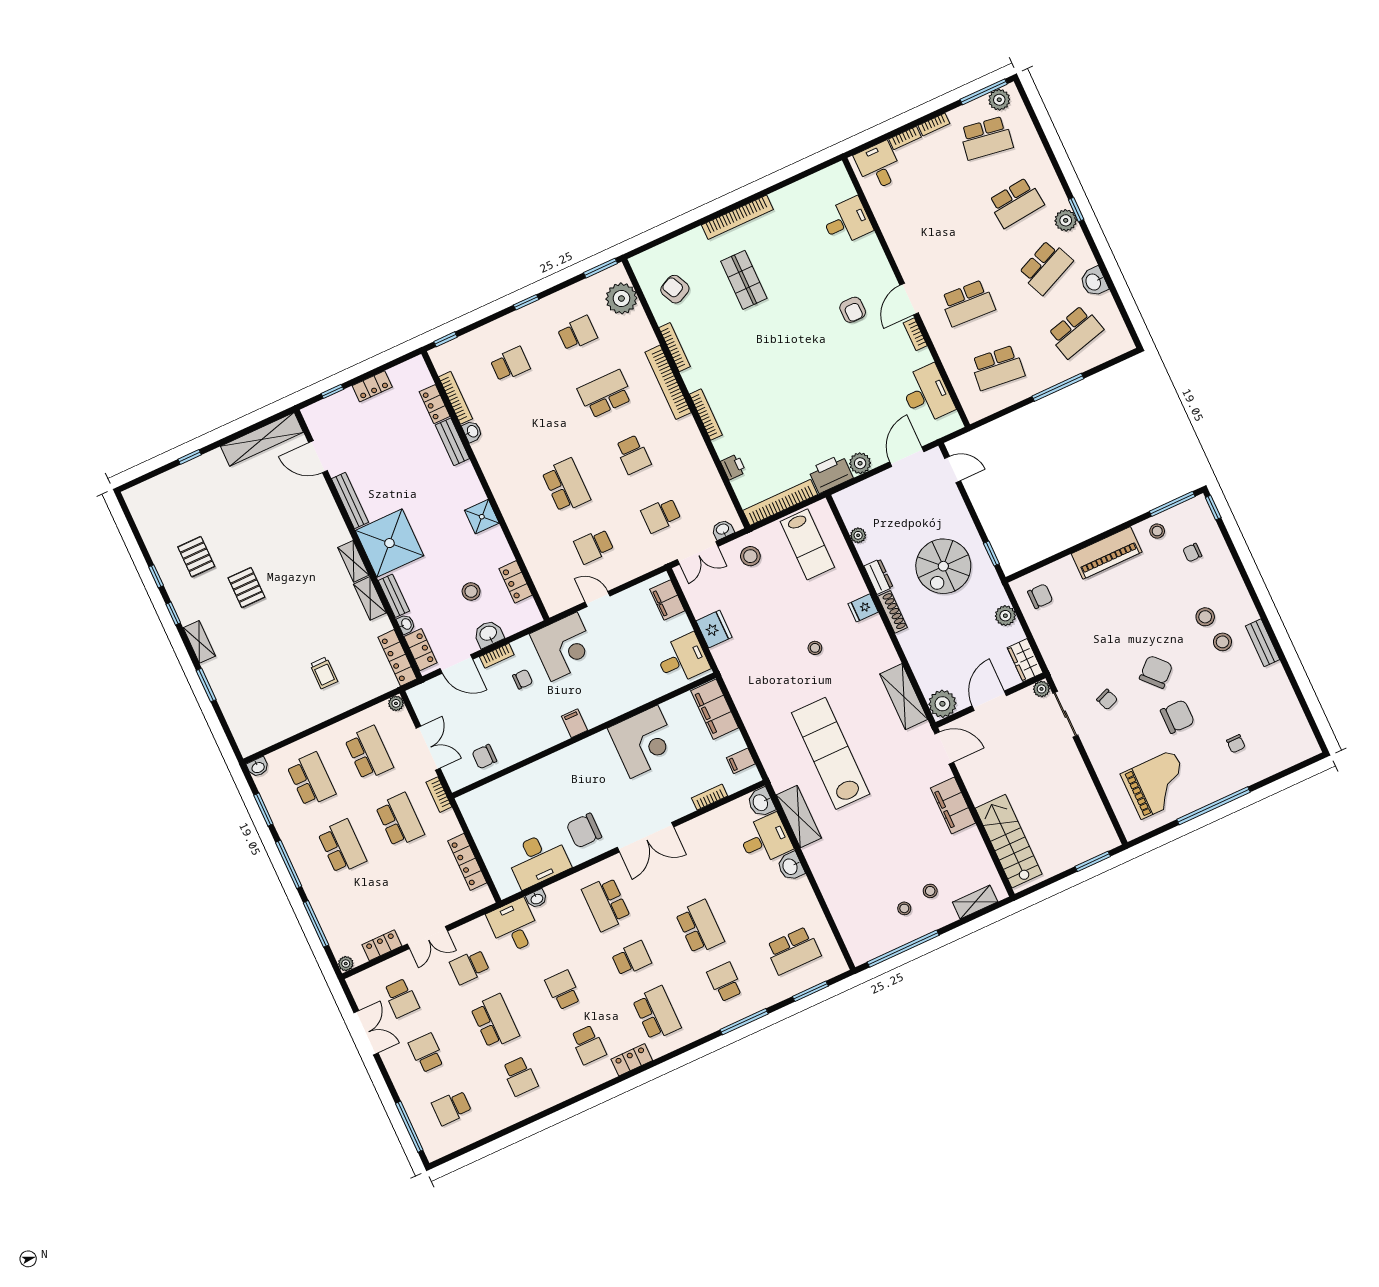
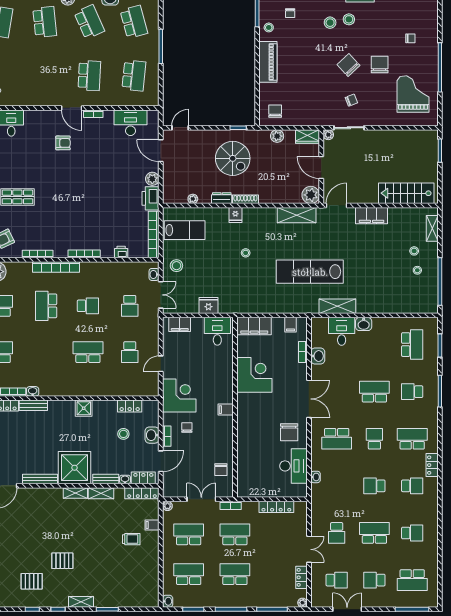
filing cabinet: (358, 694) -> (152, 525), added
washbasin: (761, 802) -> (318, 356), moved, turned -90
desk: (514, 926) -> (325, 497), removed
school desk: (452, 1108) -> (412, 580), width x1.85

